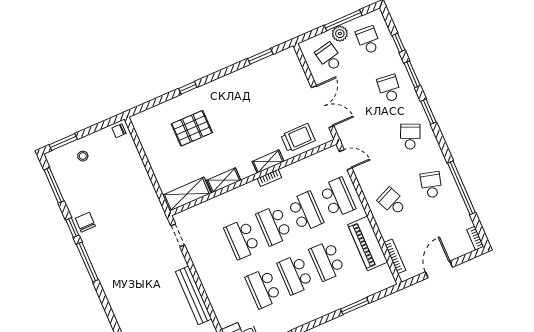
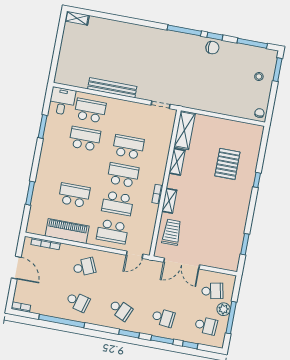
trolley: (298, 138) -> (172, 232), turned 180
school desk: (295, 274) -> (90, 111), moved

